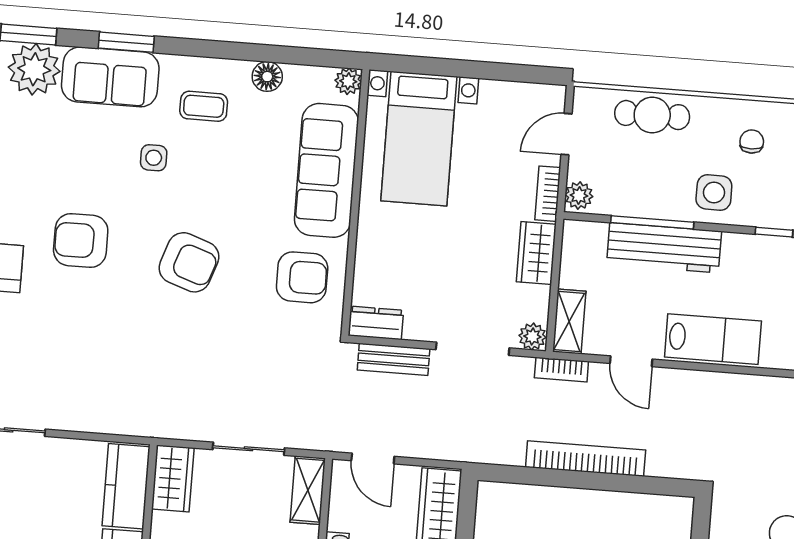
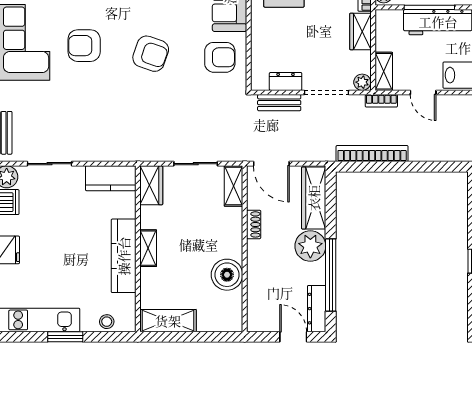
dresser: (376, 323) -> (286, 81), moved
door: (373, 459) -> (271, 164), width x1.38
bookcase: (586, 459) -> (372, 154), moved
kitchen counter: (126, 486) -> (111, 178), moved, turned -90

